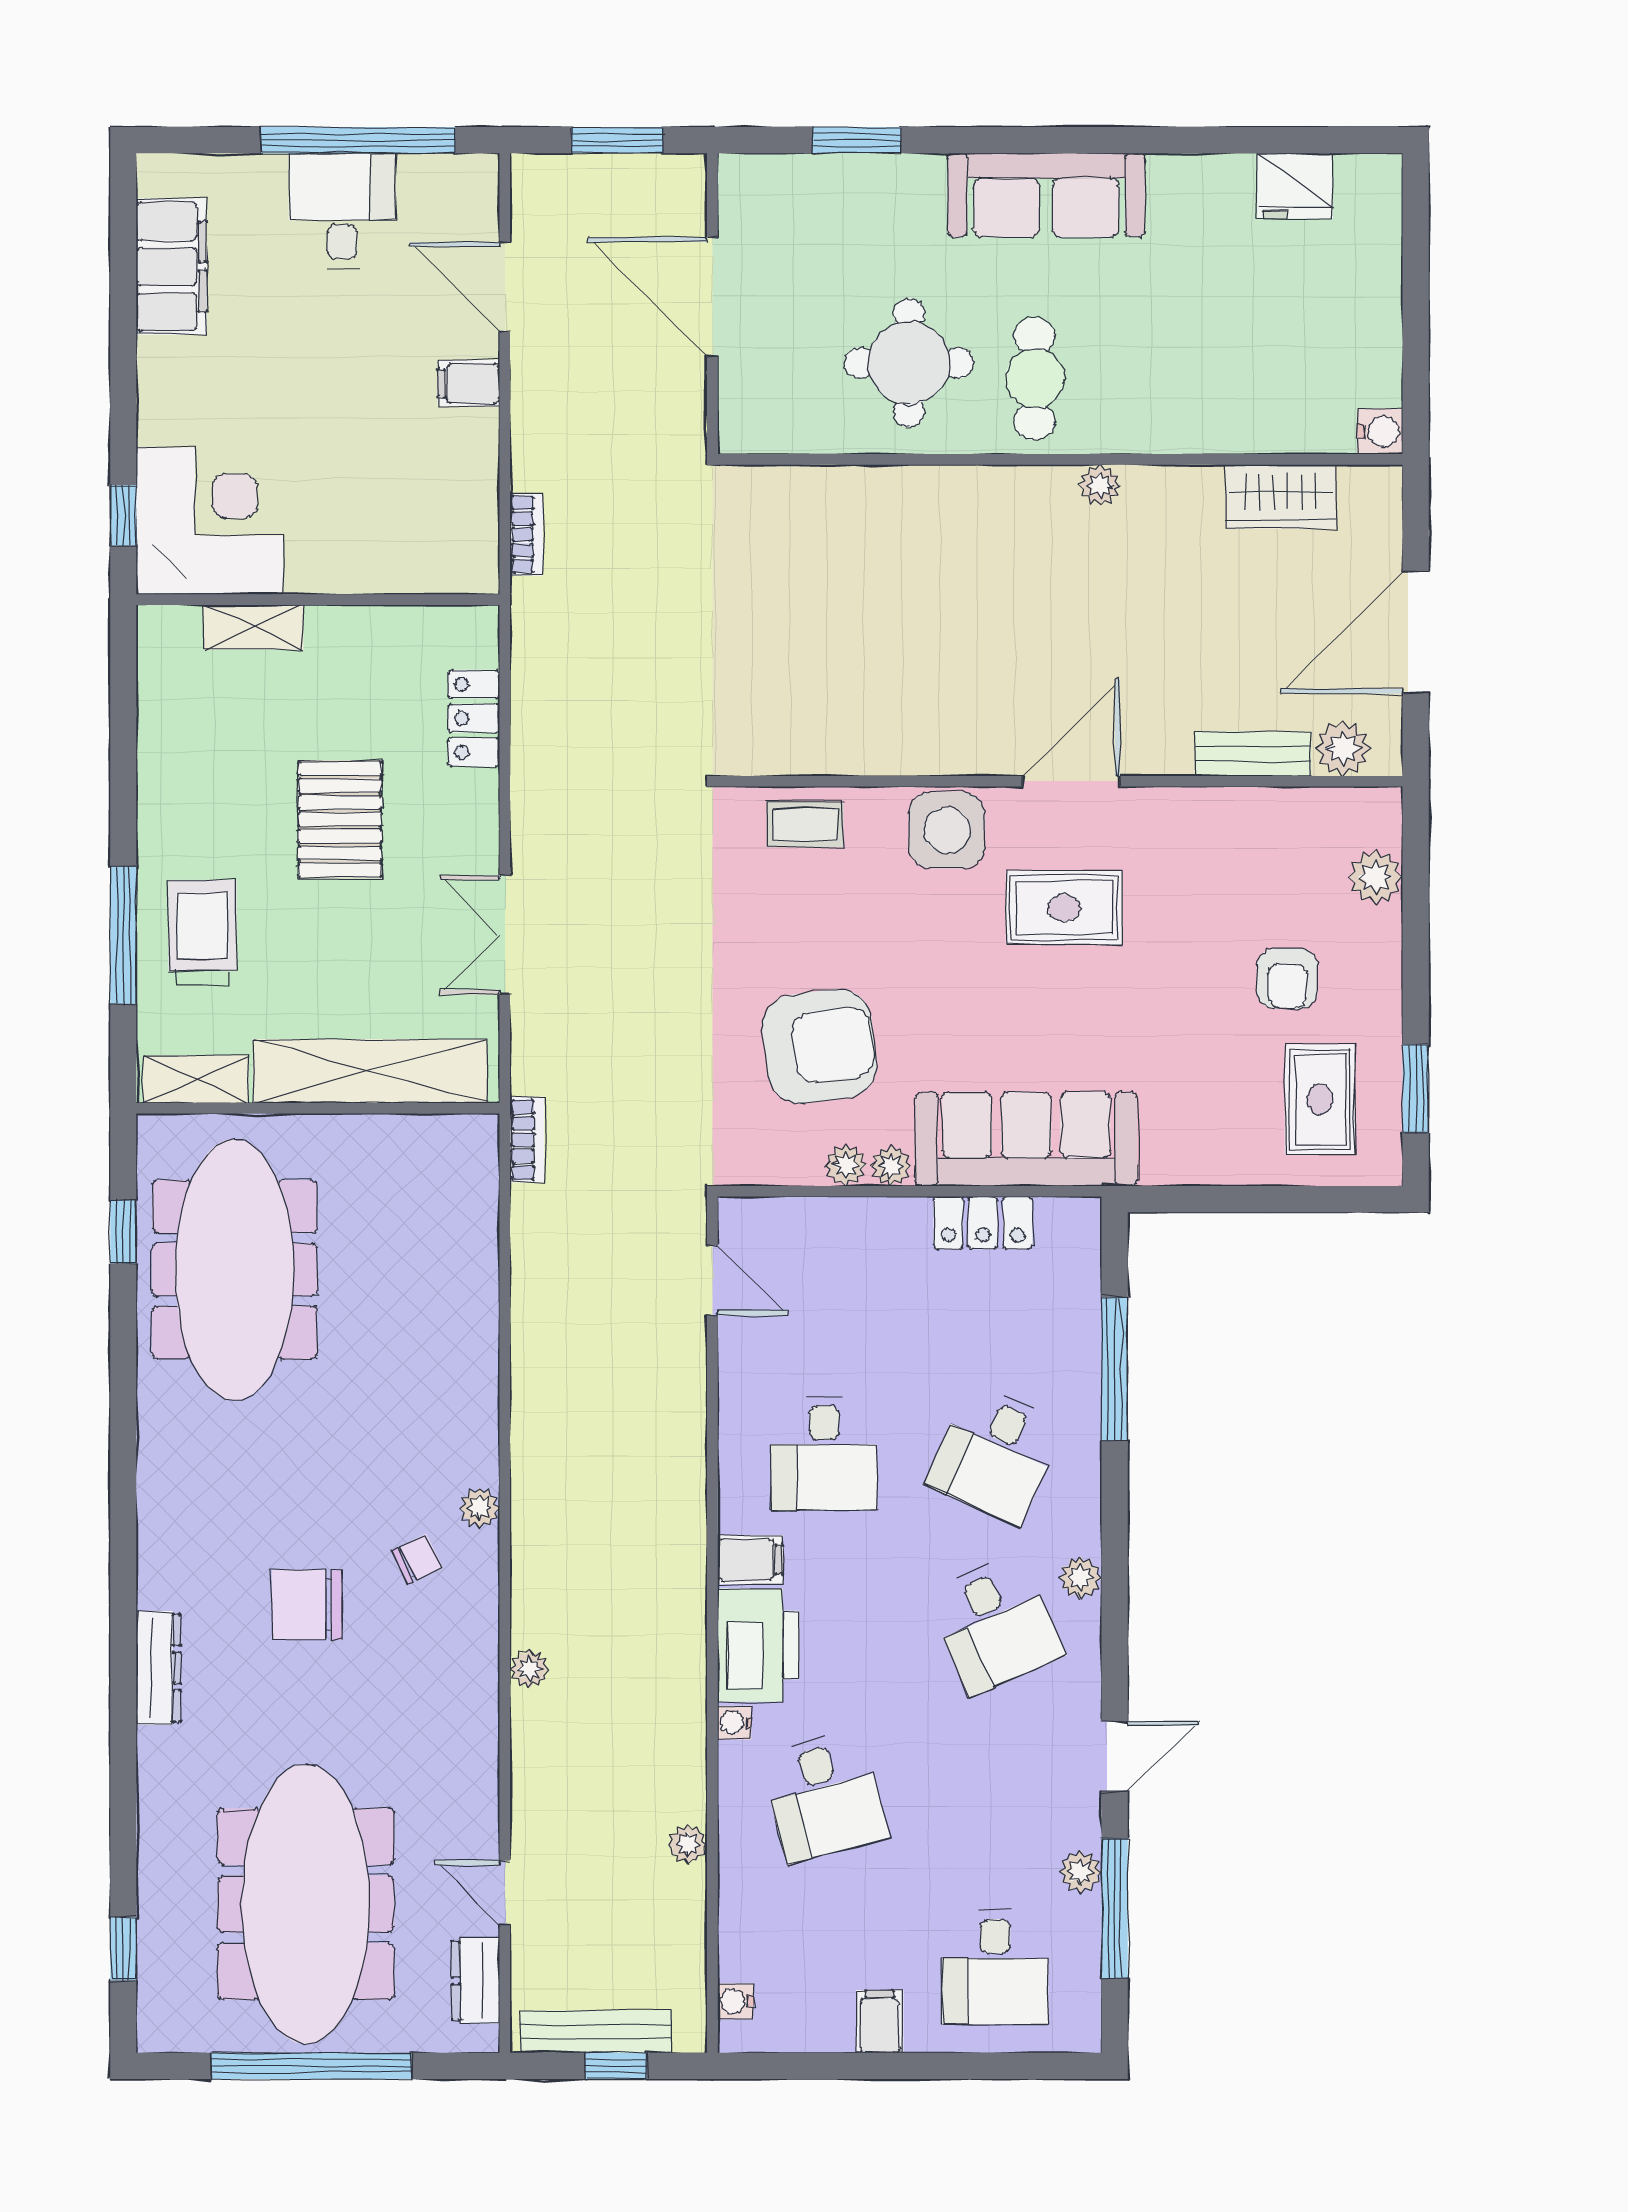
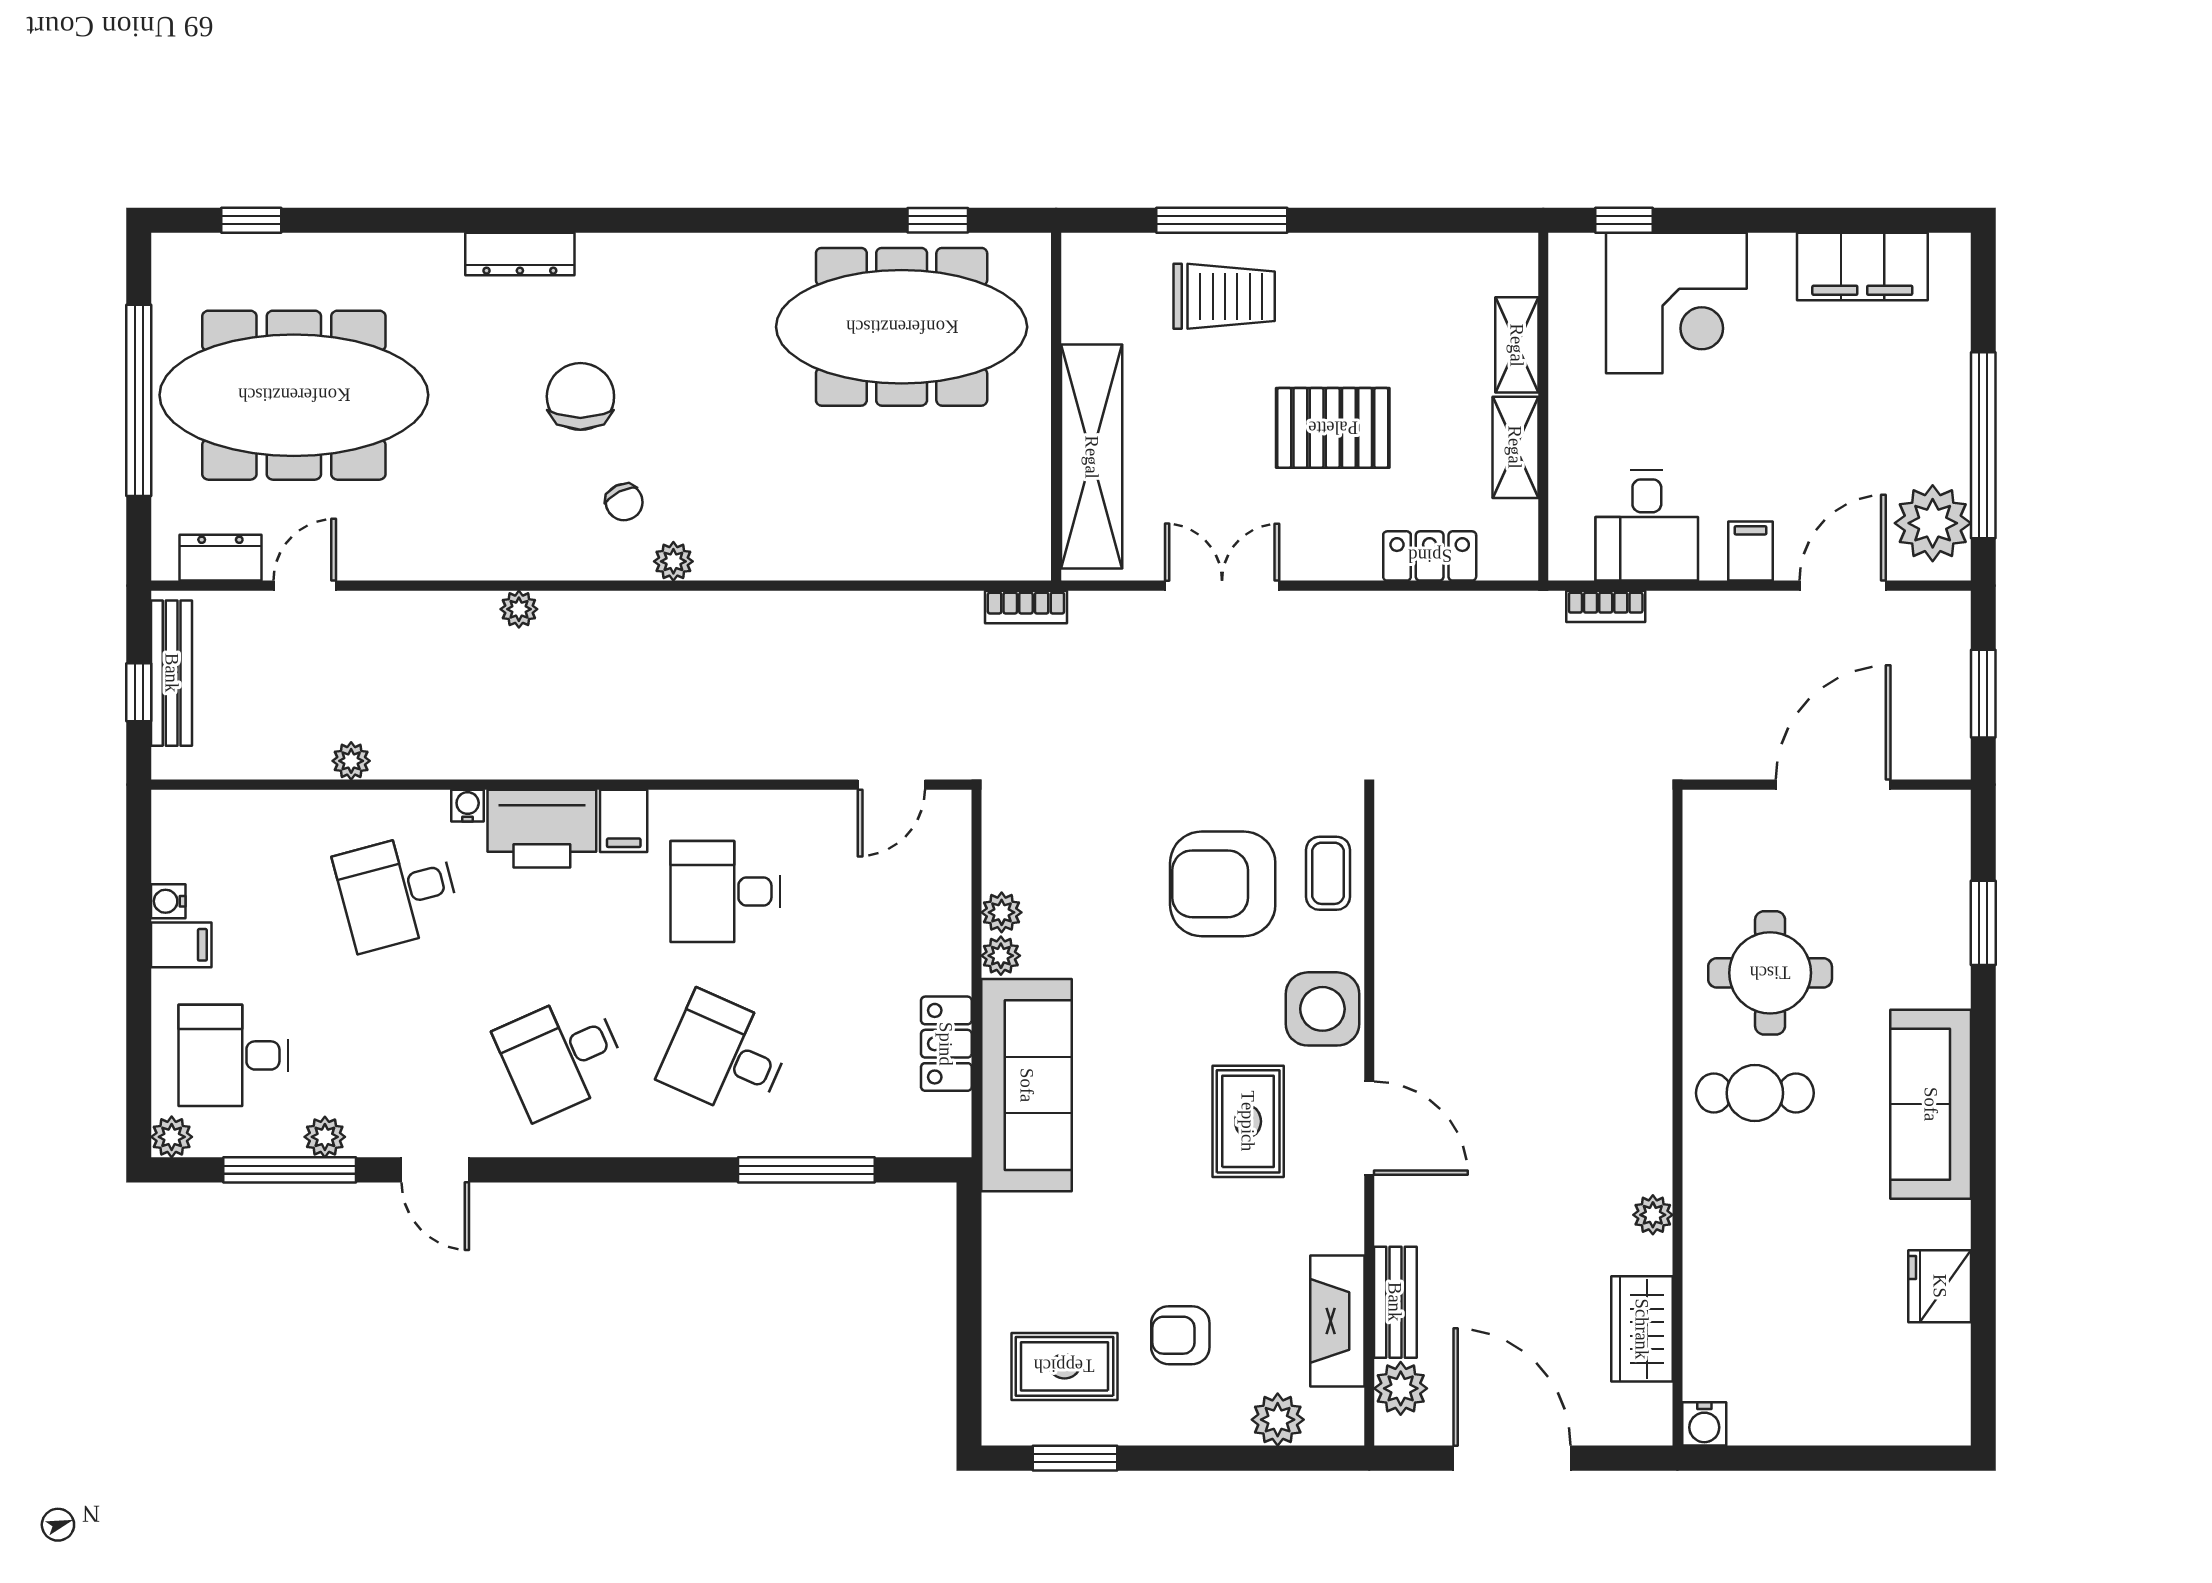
fridge: (1295, 186) -> (1940, 1286), moved
plant: (440, 193) -> (1933, 523), added
desk: (342, 211) -> (1647, 526), moved, turned 90
plant: (1100, 485) -> (1653, 1215), moved
corner desk: (210, 521) -> (1676, 303), moved
fireplace: (1272, 815) -> (1337, 1321), added
armchair: (820, 1046) -> (1223, 884), moved, turned 97
shelving: (196, 1079) -> (1515, 447), moved
plant: (1080, 1578) -> (172, 1137), moved
water cooler: (735, 2001) -> (168, 901), moved, turned -90

